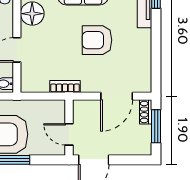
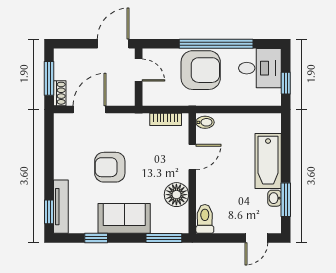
armchair: (97, 40) -> (110, 167), turned 180
bookcase: (65, 86) -> (166, 119), moved

